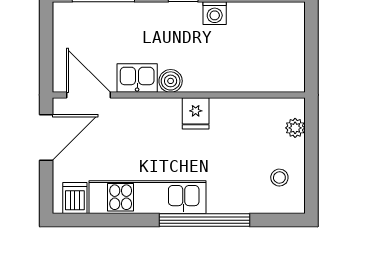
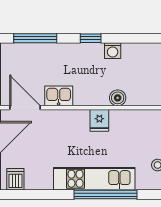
boiler: (171, 81) -> (118, 98), moved
kitchen unit: (147, 197) -> (94, 179), moved

